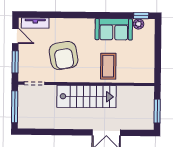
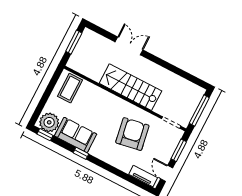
window: (101, 15) -> (81, 153), added
plant: (138, 24) -> (49, 122), width x1.88, depth x1.88
coffee table: (108, 66) -> (70, 88), moved

